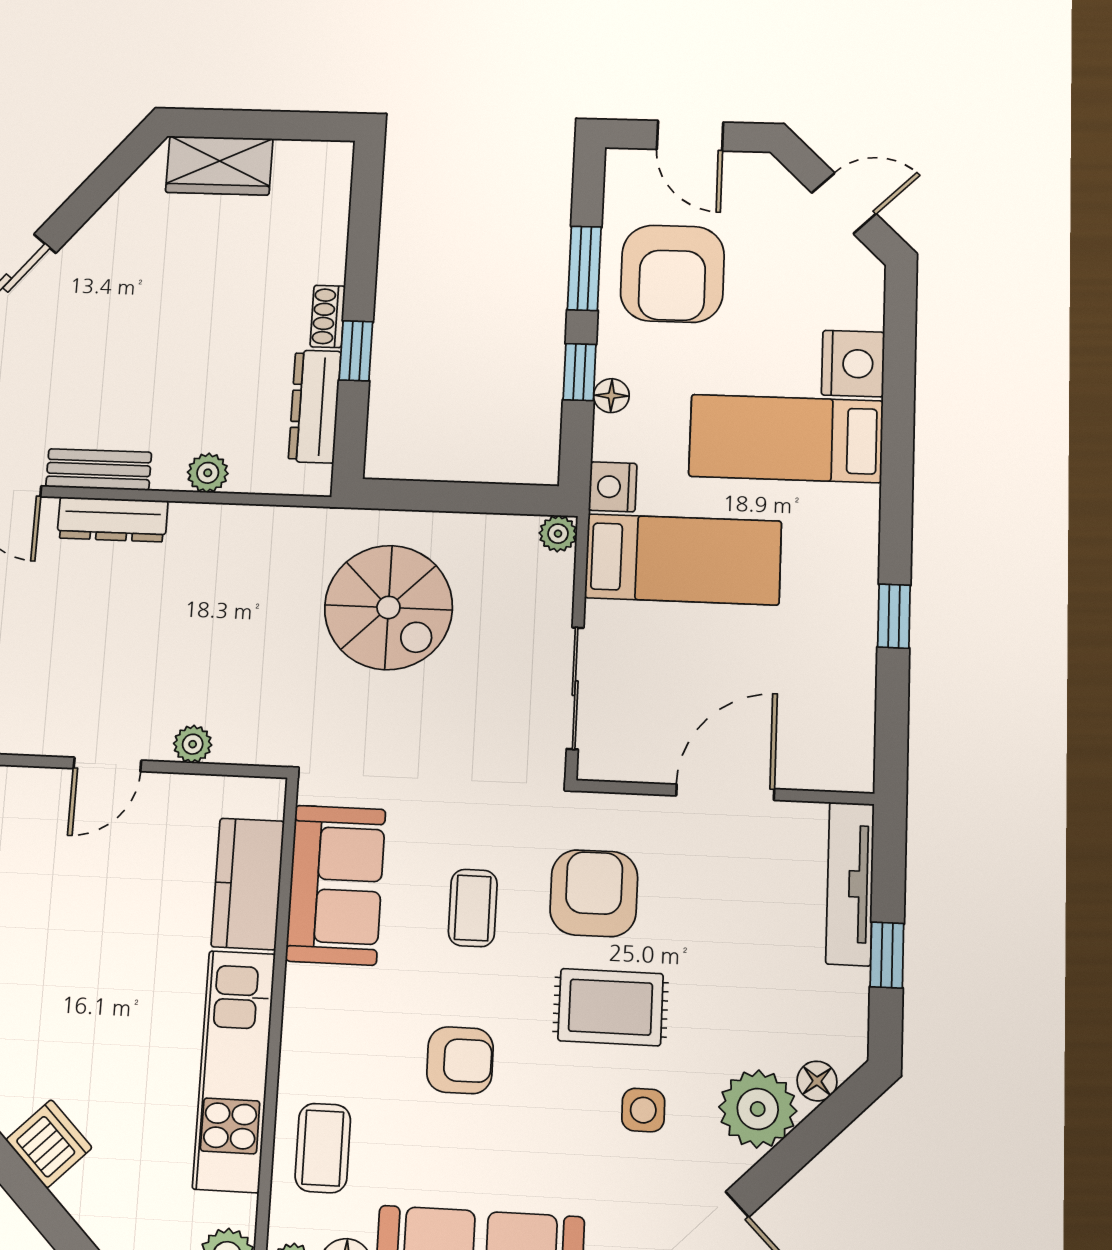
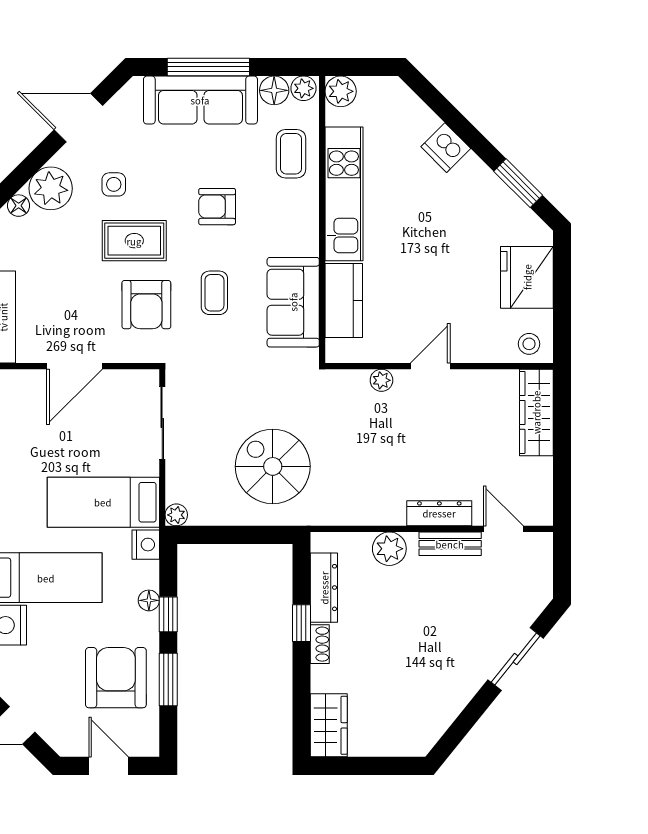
wardrobe: (219, 166) -> (329, 725), moved, turned 90
plant: (208, 473) -> (389, 549), width x1.38, depth x1.38

